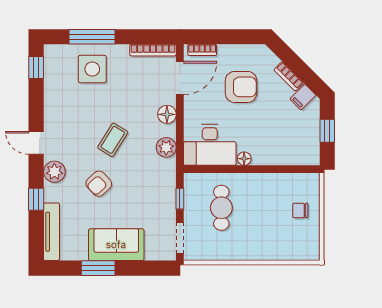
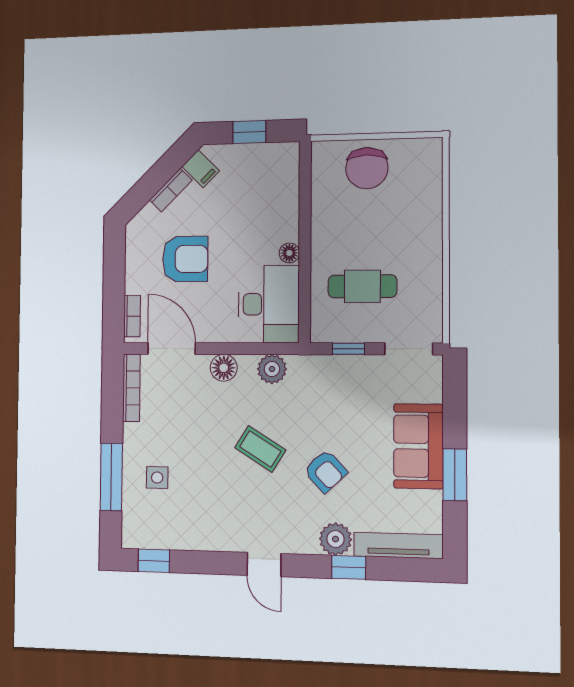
side table: (92, 69) -> (157, 478), width x0.54, depth x0.54
armchair: (241, 87) -> (185, 259), turned 90
door: (36, 143) -> (264, 565), hinge flipped
plant: (54, 172) -> (336, 539), moved
chair: (300, 211) -> (367, 168), width x1.87, depth x1.87

